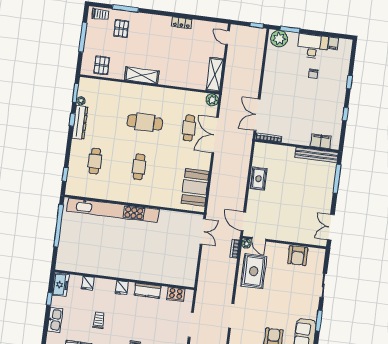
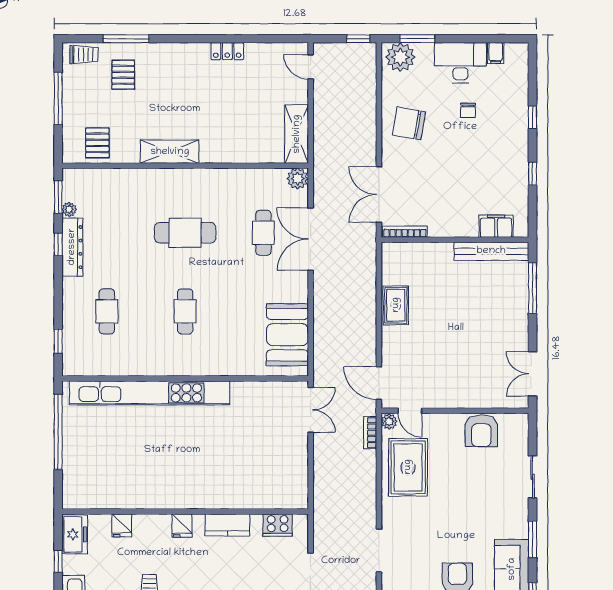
chair: (279, 77) -> (409, 123), added

